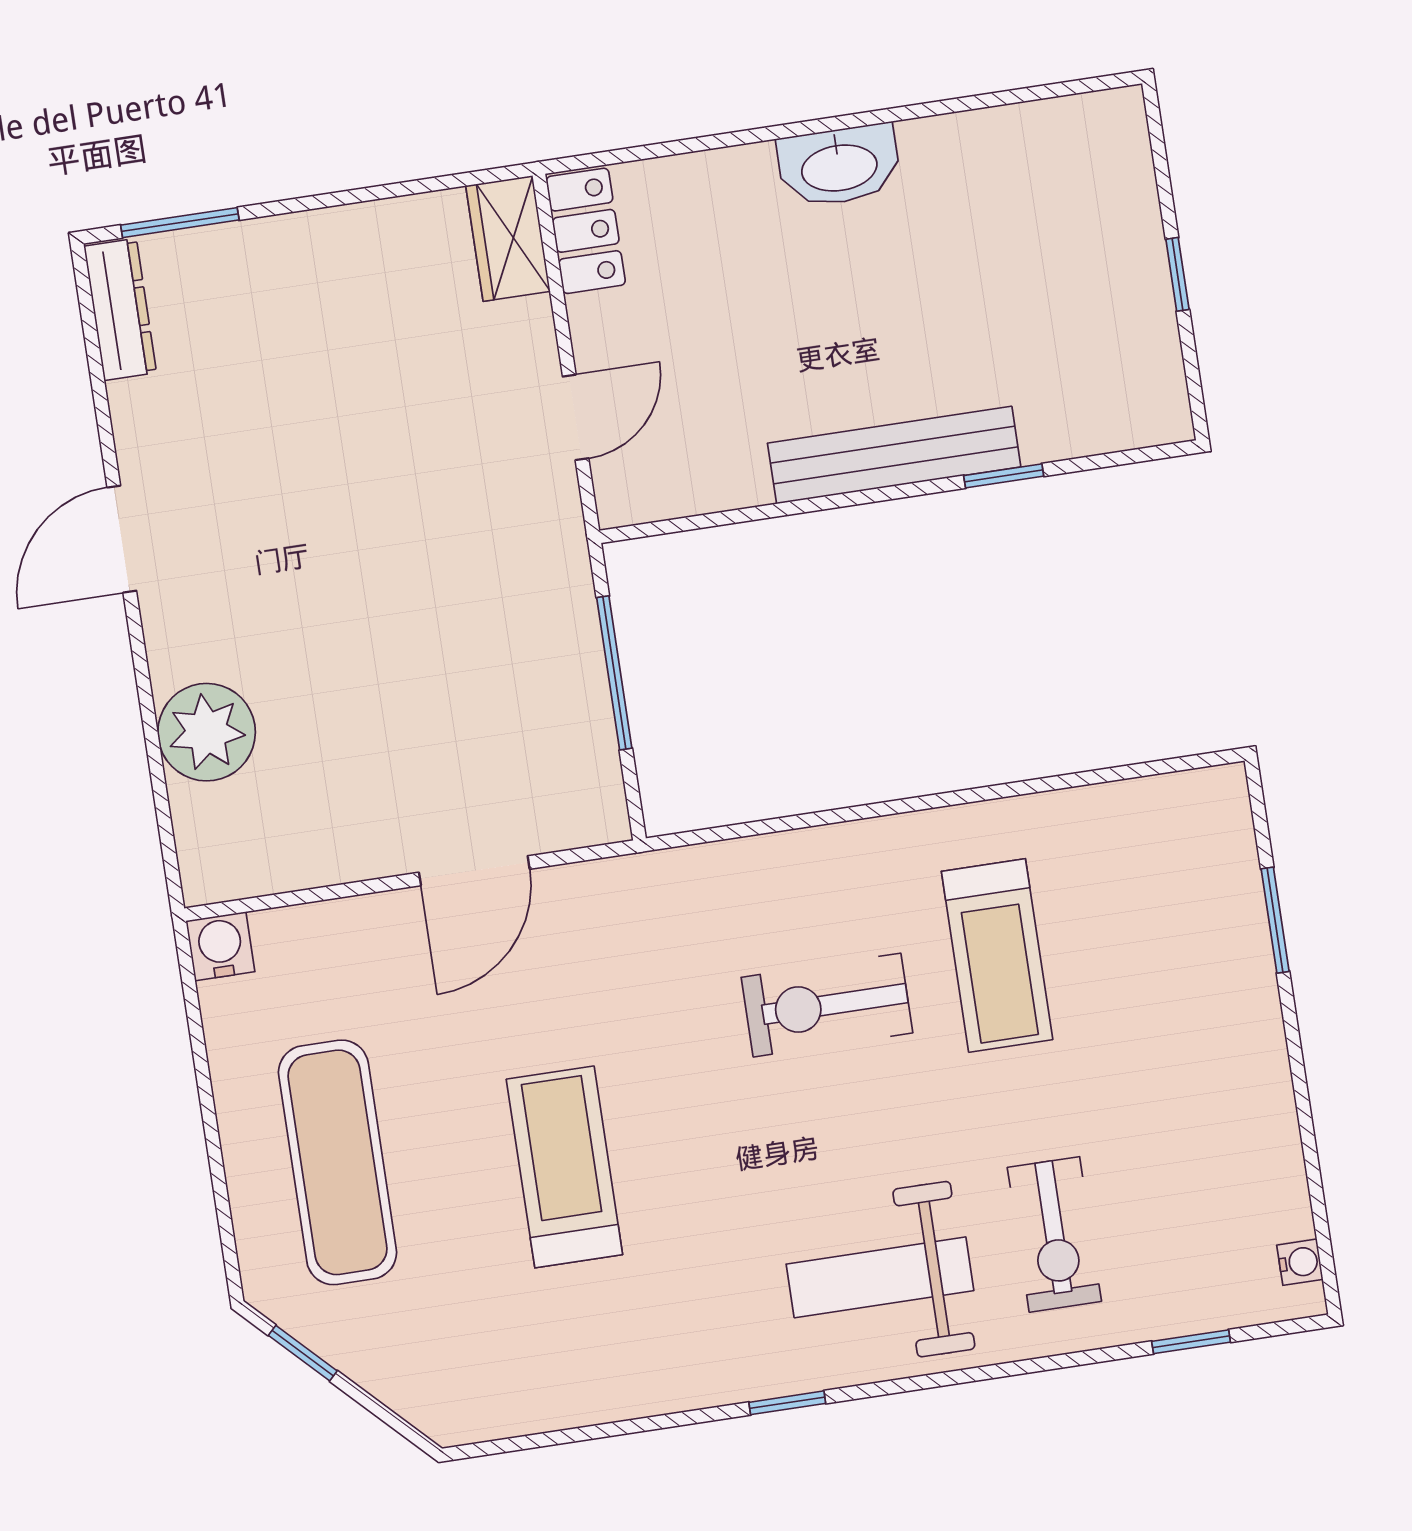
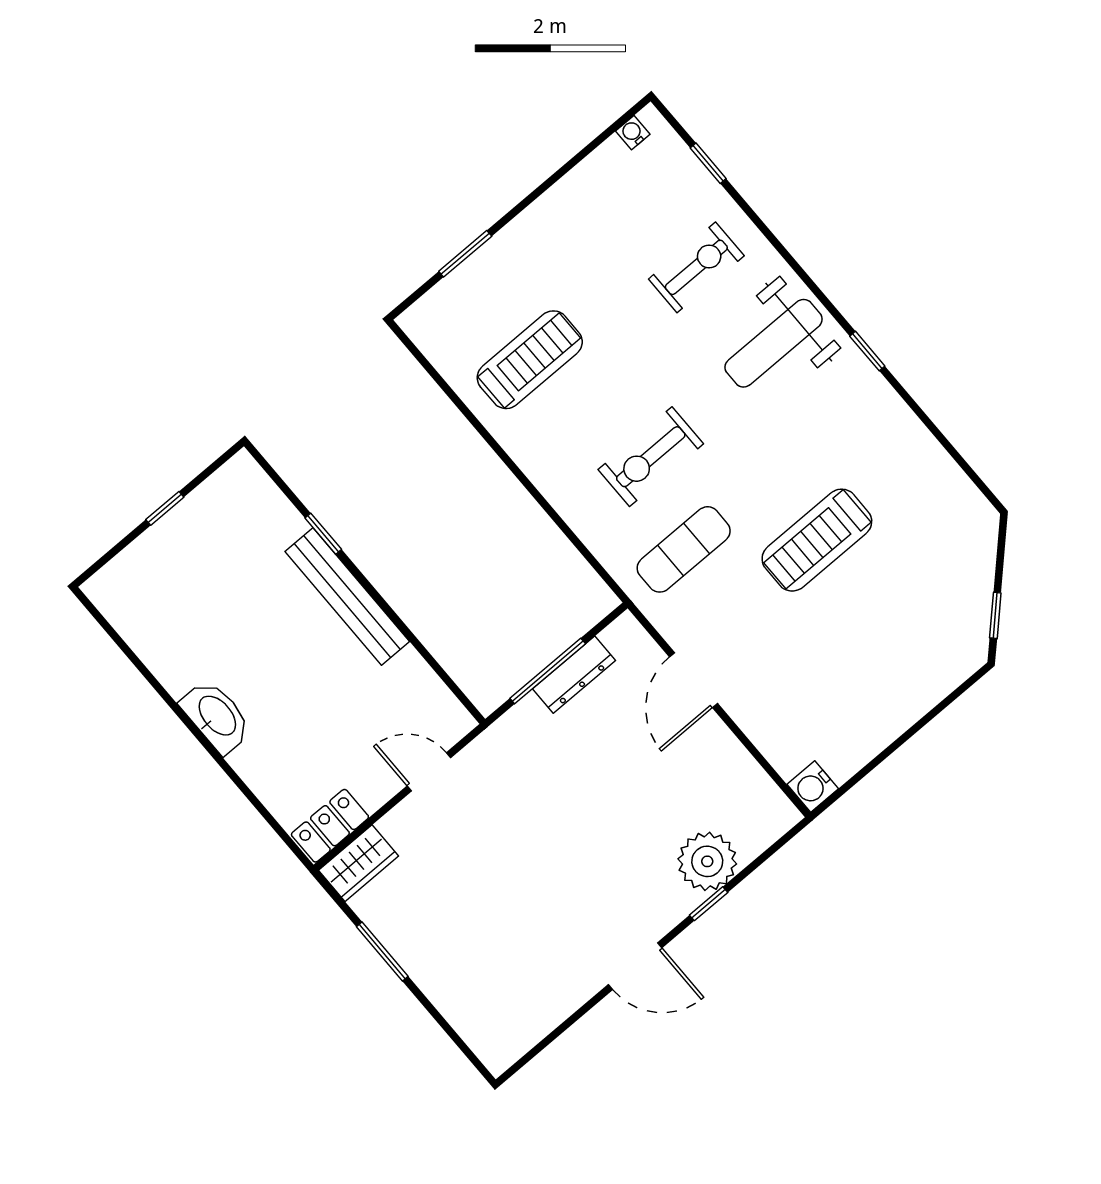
window: (180, 223) -> (382, 951), moved
dresser: (120, 309) -> (574, 675), moved, turned 180
window: (146, 697) -> (709, 904), added
door: (474, 871) -> (694, 680), swing flipped
treadmill: (997, 955) -> (530, 360), moved
exercise bike: (827, 1005) -> (651, 457), turned 90
exercise mat: (338, 1162) -> (684, 549), moved, width x0.73, depth x0.69
weight bench: (880, 1277) -> (774, 343), turned 90

